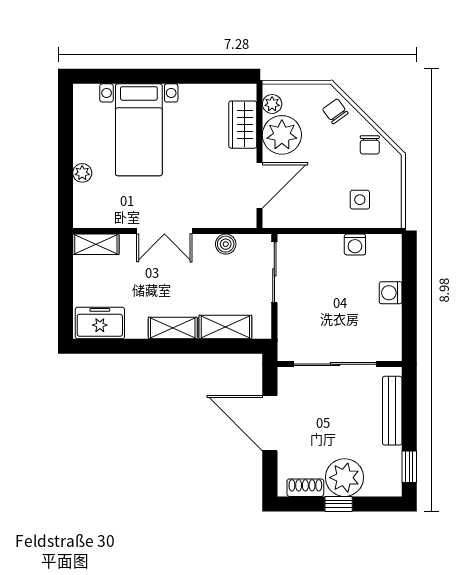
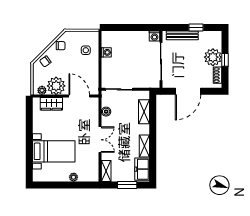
window: (65, 290) -> (127, 185), added
washing machine: (391, 293) -> (154, 36), moved
shelving: (173, 328) -> (144, 146), moved
window: (409, 467) -> (196, 28), moved

